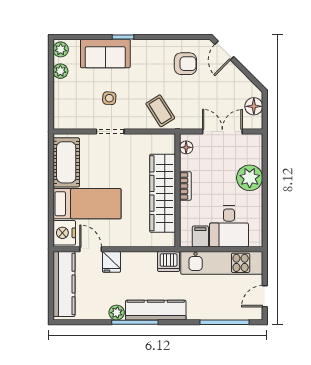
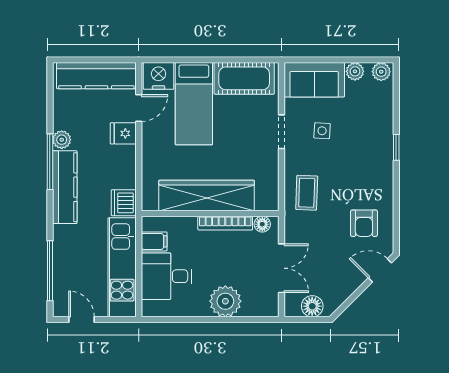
sofa: (105, 54) -> (314, 80), moved, turned -90
coffee table: (160, 111) -> (307, 193), turned -56
bookcase: (185, 186) -> (225, 223), width x1.56

